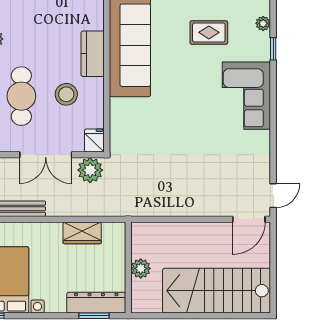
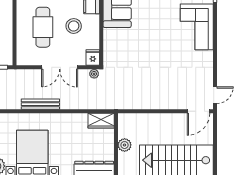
plant: (90, 170) -> (94, 74), width x0.53, depth x0.53
wardrobe: (82, 233) -> (101, 121), moved

